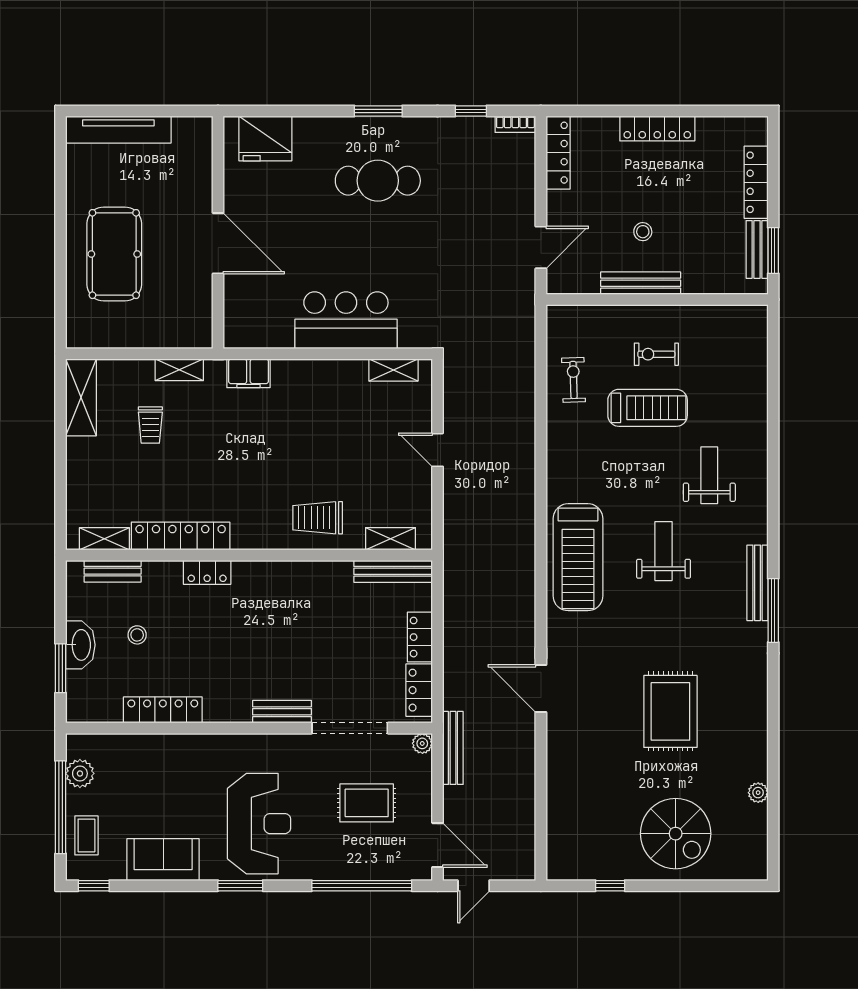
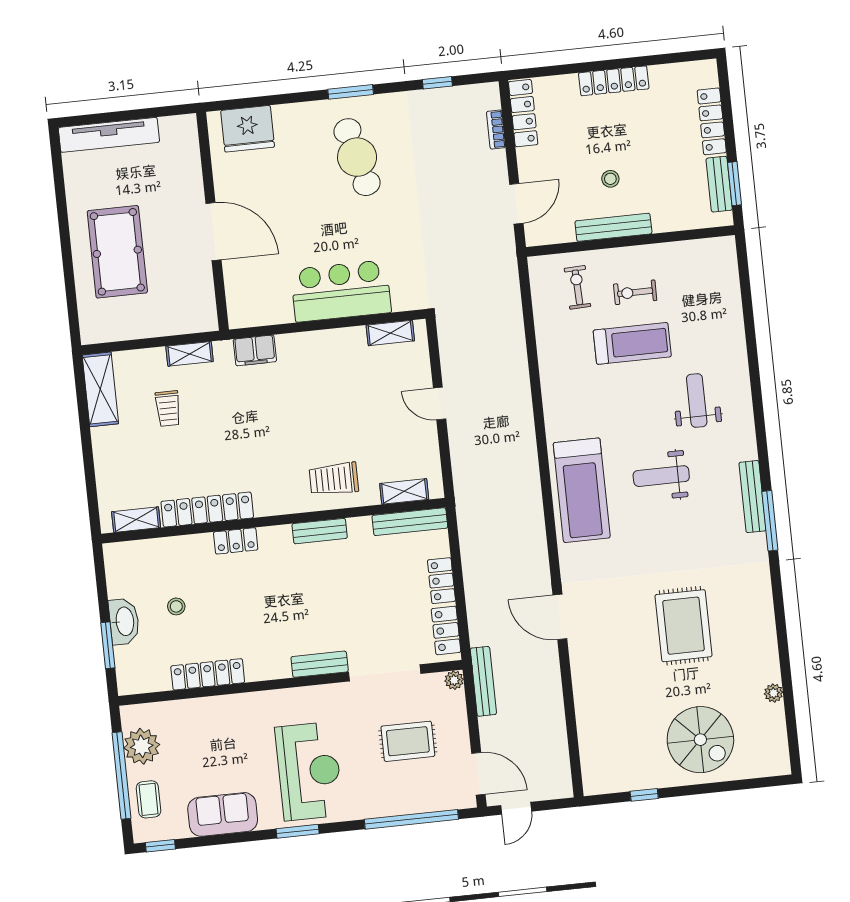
bookcase: (515, 124) -> (496, 130), moved, turned 90
cafe table: (378, 181) -> (357, 157), turned 76
exercise bike: (574, 380) -> (577, 287), moved
weight bench: (664, 551) -> (661, 476), turned -90
bench: (113, 571) -> (320, 531), moved
plant: (80, 773) -> (142, 746), width x1.36, depth x1.36

